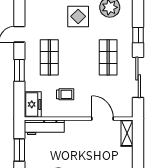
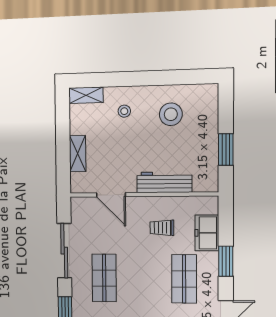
freezer: (33, 104) -> (207, 233), moved
workbench: (44, 127) -> (164, 182), moved
shelving: (127, 133) -> (78, 154), moved

